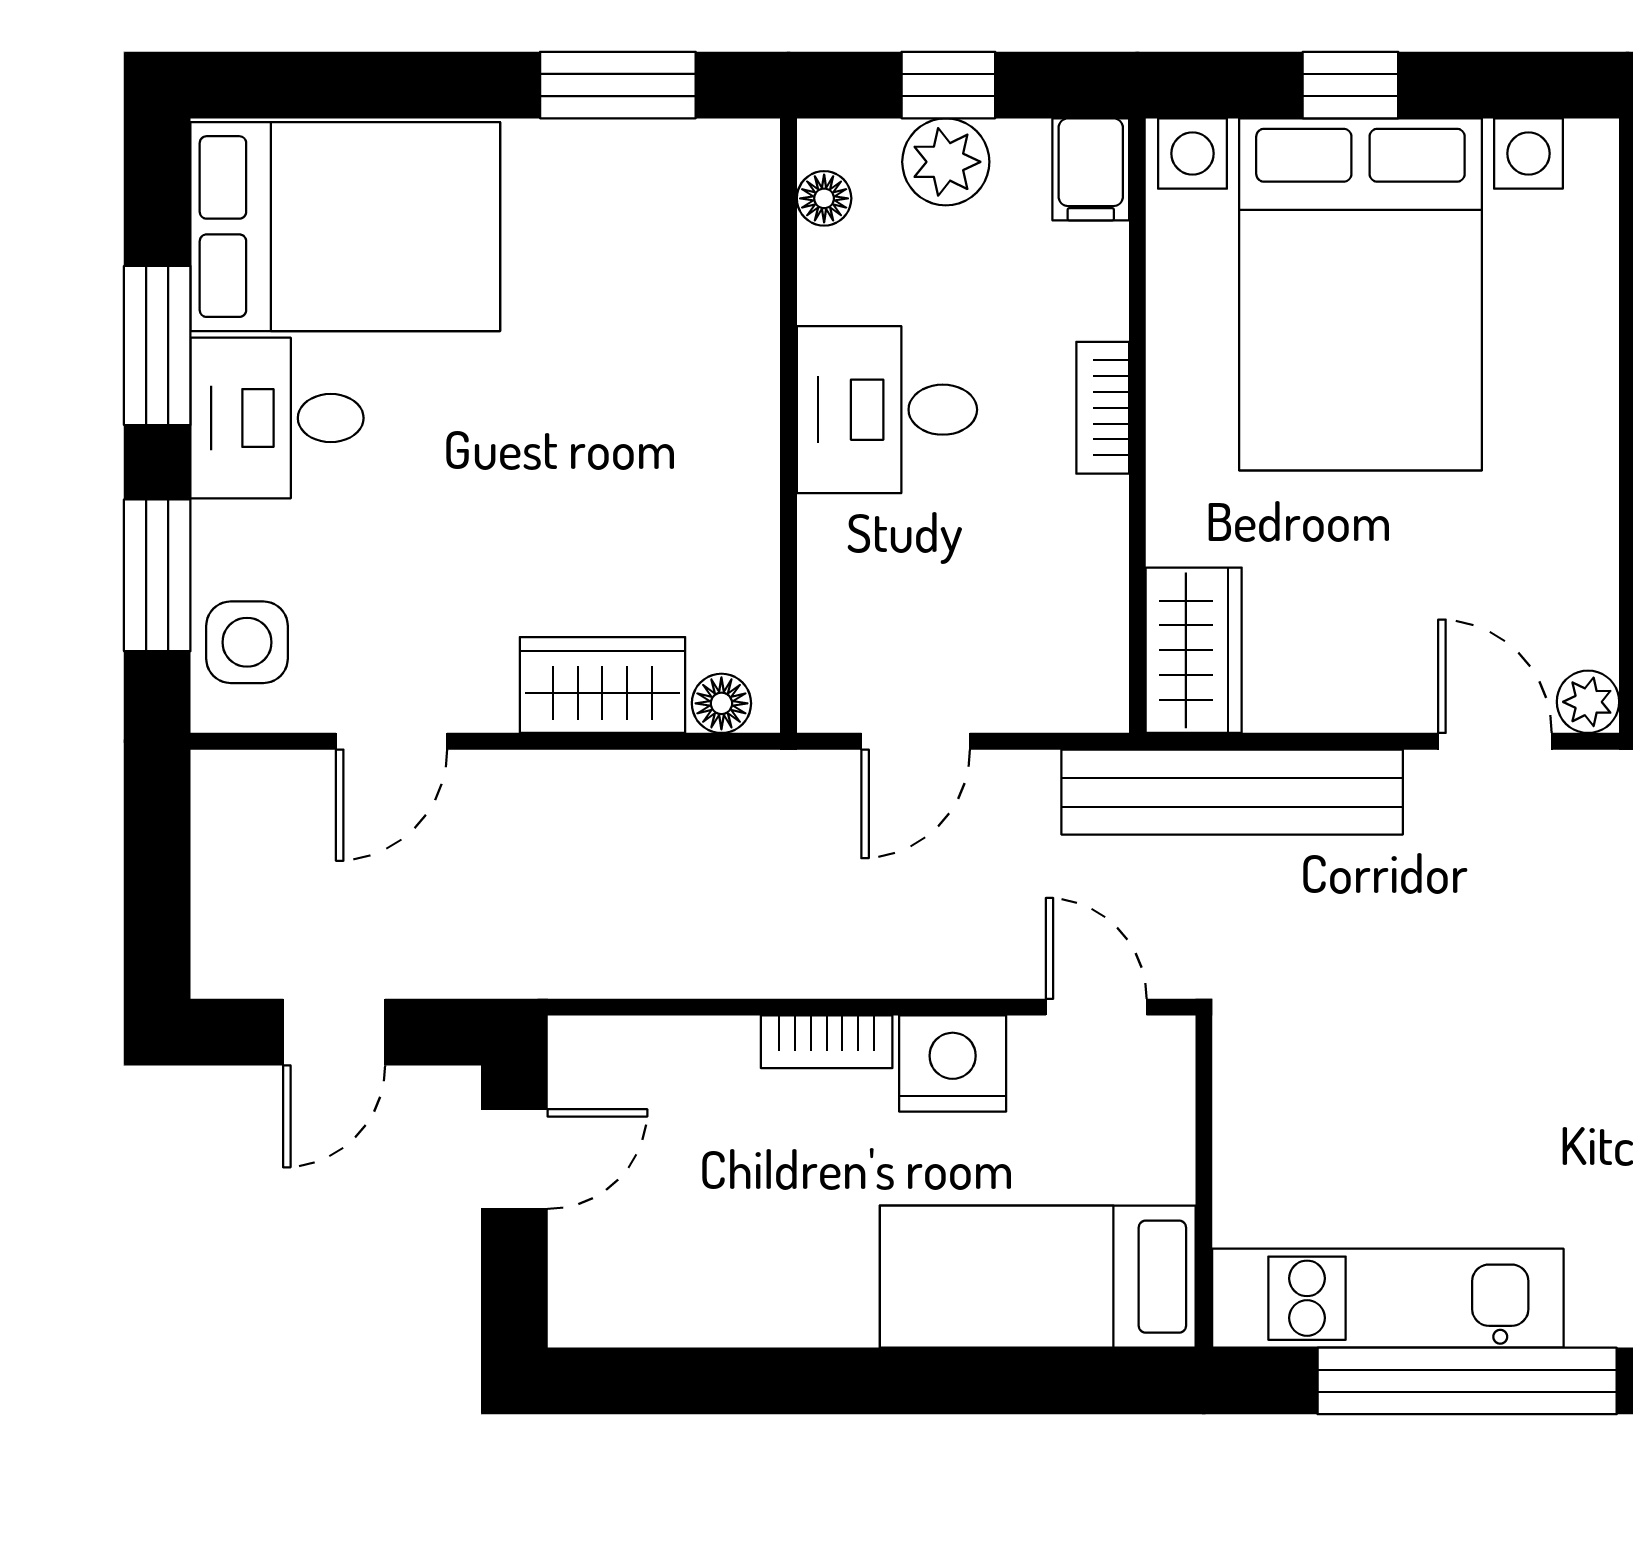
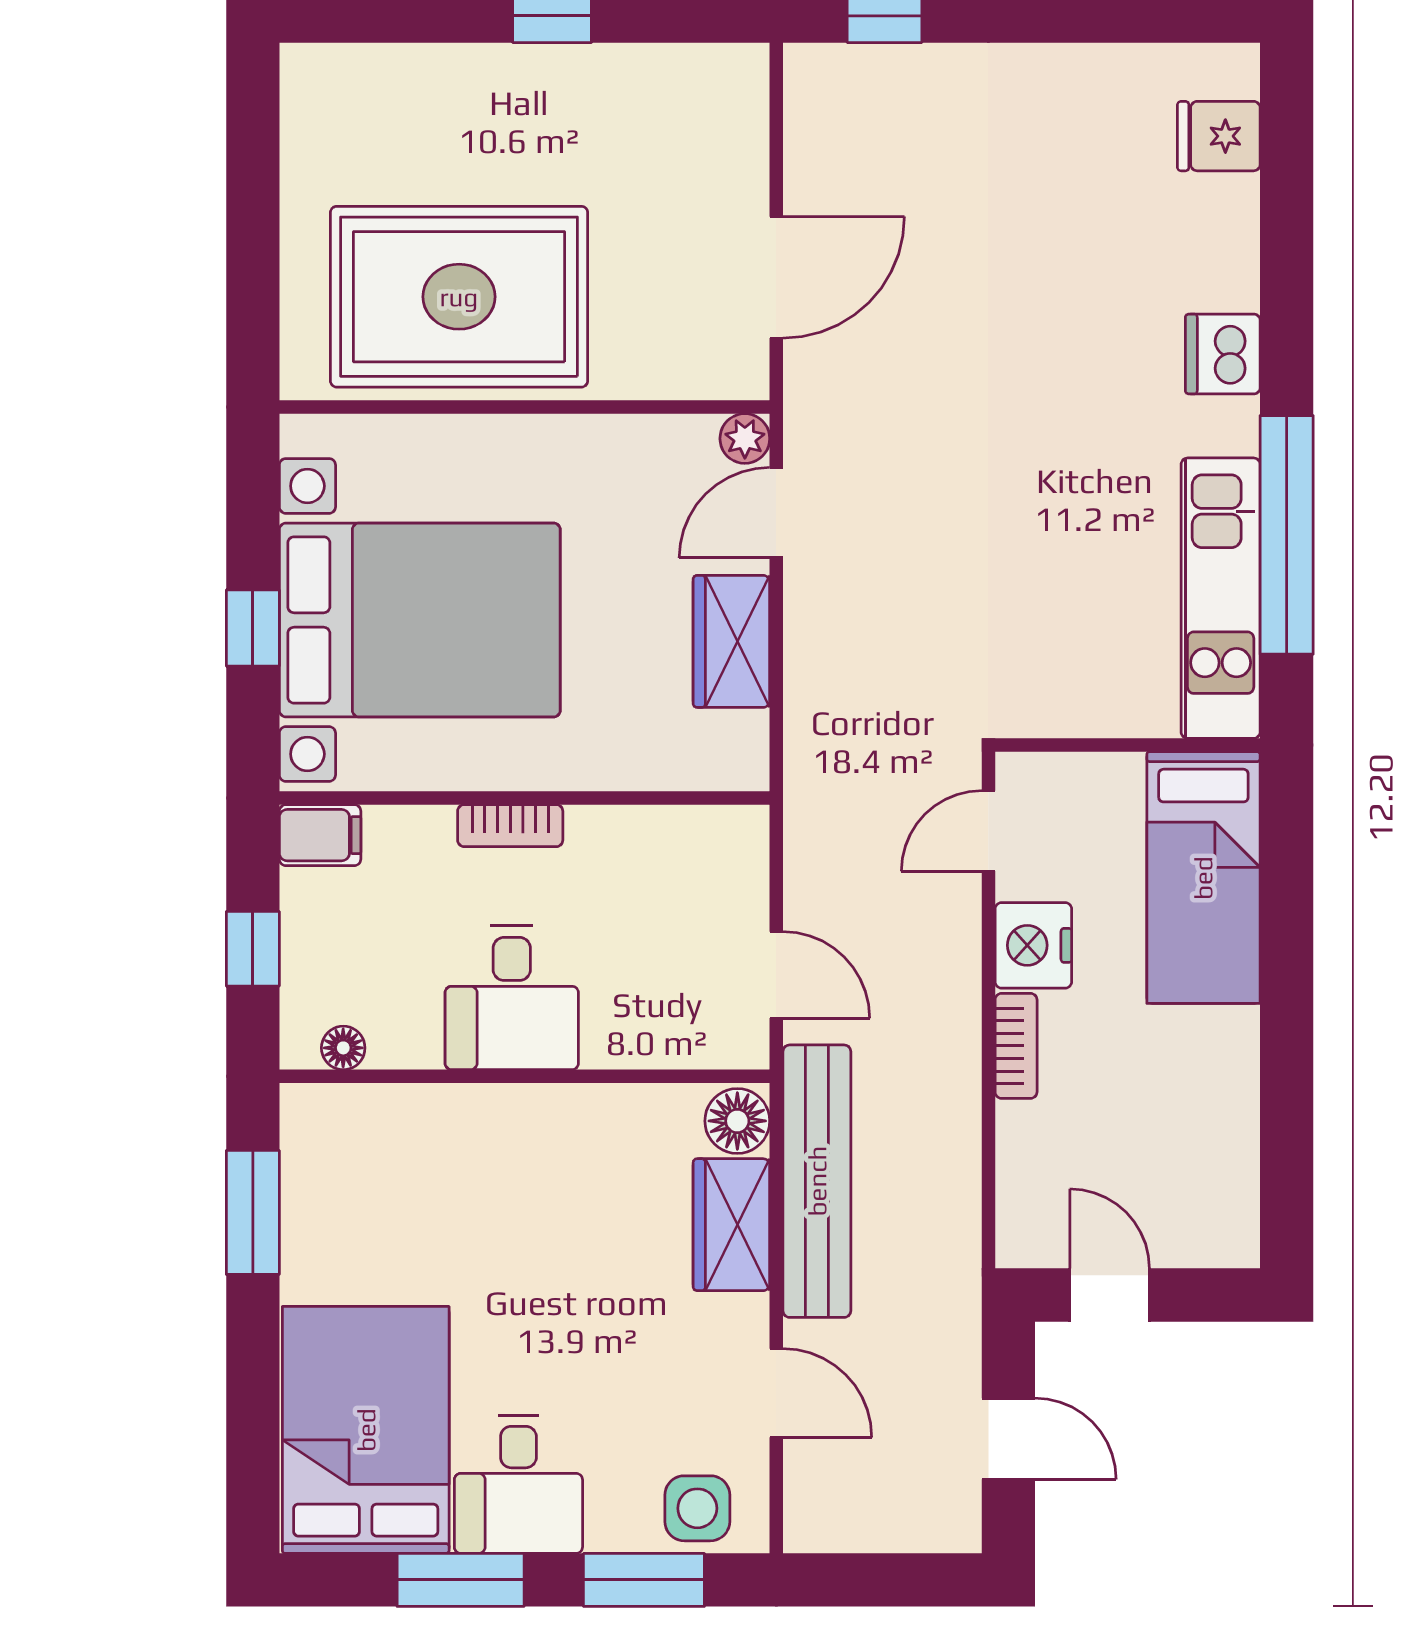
plant: (946, 162) -> (314, 951), removed
wardrobe: (1194, 650) -> (731, 641), moved, turned -90
floor lamp: (721, 703) -> (737, 1121), width x1.37, depth x1.37
bench: (1232, 792) -> (817, 1181), moved

